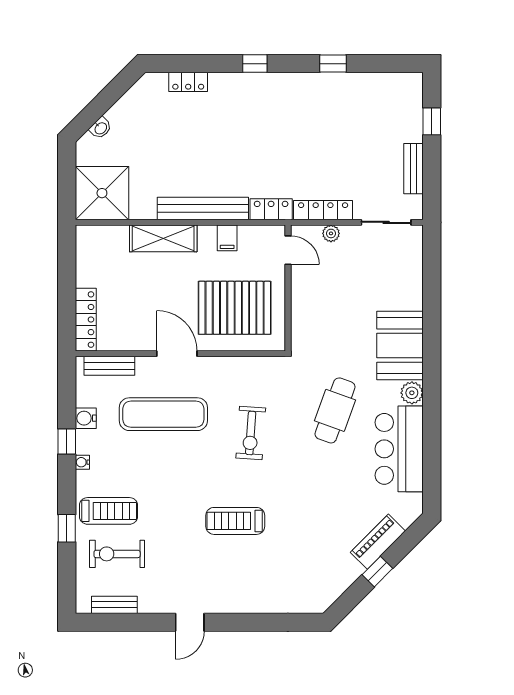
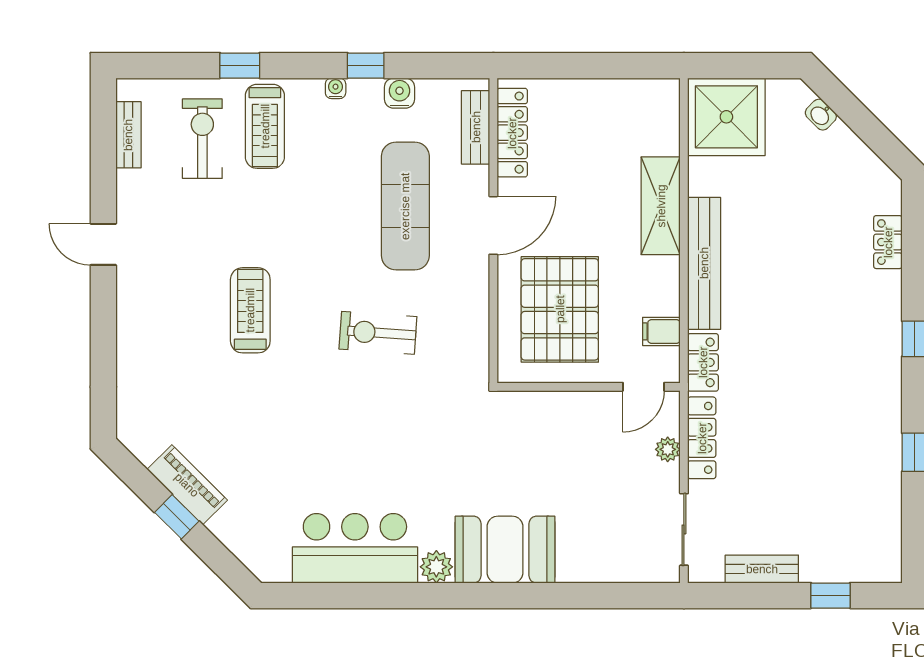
filing cabinet: (227, 238) -> (661, 331), moved
locker: (86, 320) -> (512, 133), moved, turned -90
cafe table: (335, 410) -> (411, 455), removed
piano: (378, 542) -> (187, 485), moved

